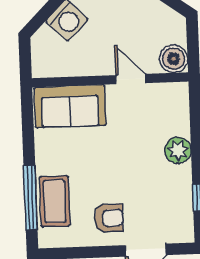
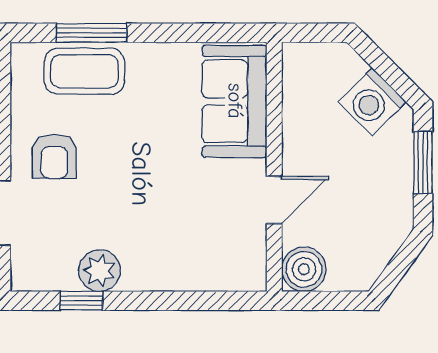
plant: (178, 150) -> (100, 271), moved
window: (30, 198) -> (91, 33), width x0.69

